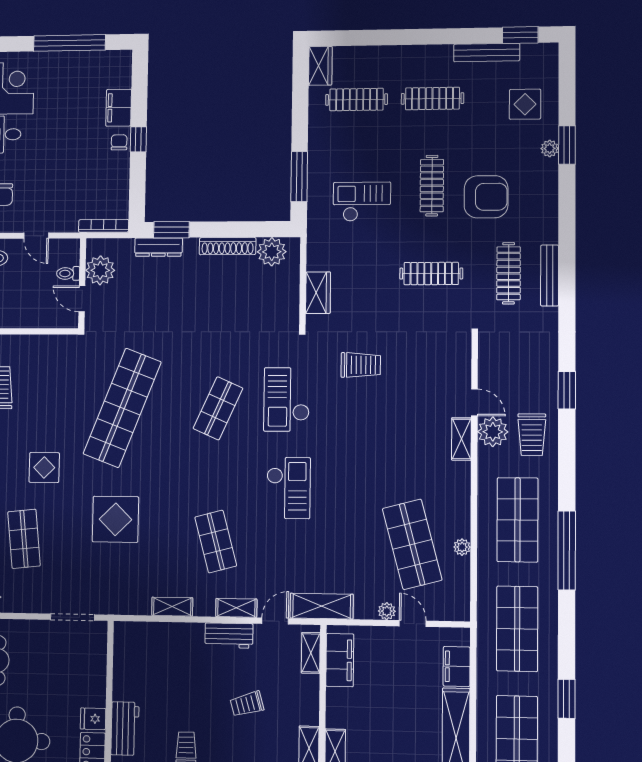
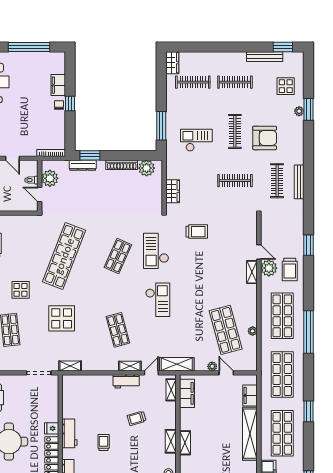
shelving: (172, 607) -> (70, 366), moved

